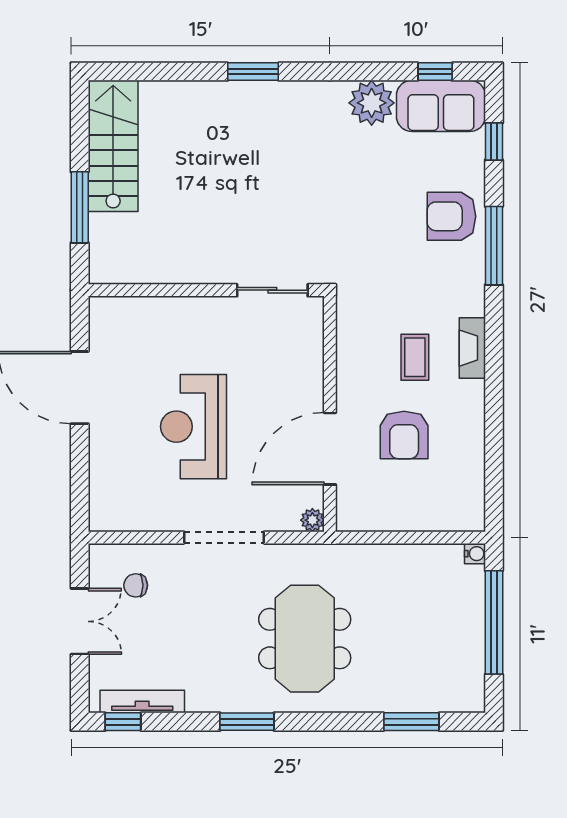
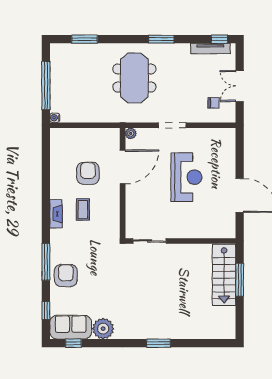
stairs: (113, 146) -> (224, 275), moved
armchair: (451, 216) -> (66, 276), turned -90
doorway: (224, 538) -> (172, 125), width x0.73

